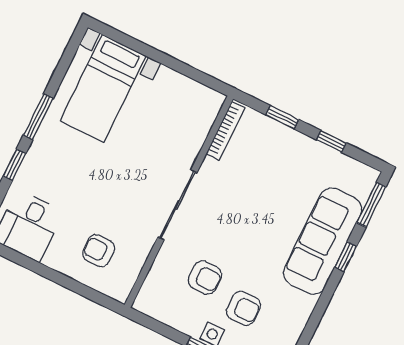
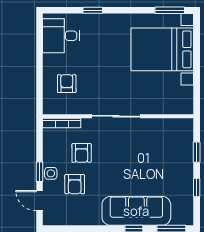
bed with nightstands: (103, 88) -> (162, 49), width x1.36
window: (38, 117) -> (170, 10), moved
bookcase: (225, 131) -> (62, 123), moved

